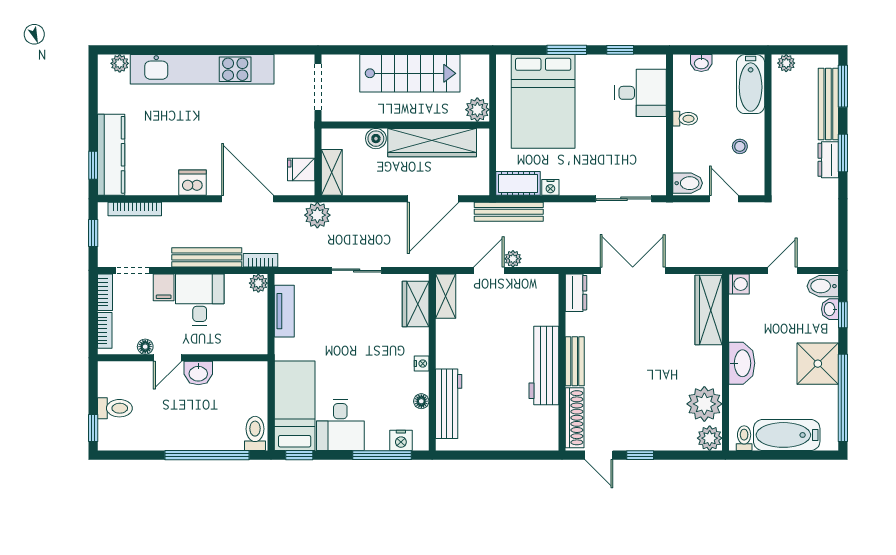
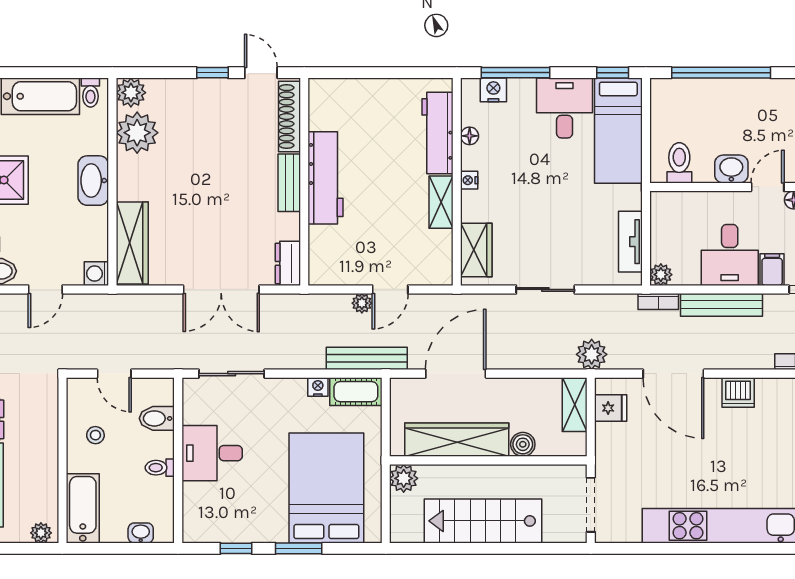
desk: (641, 93) -> (212, 453), moved
bidet: (688, 183) -> (157, 418), moved
shelving: (446, 296) -> (441, 202), moved
toilet: (255, 433) -> (679, 163), moved, turned 180

